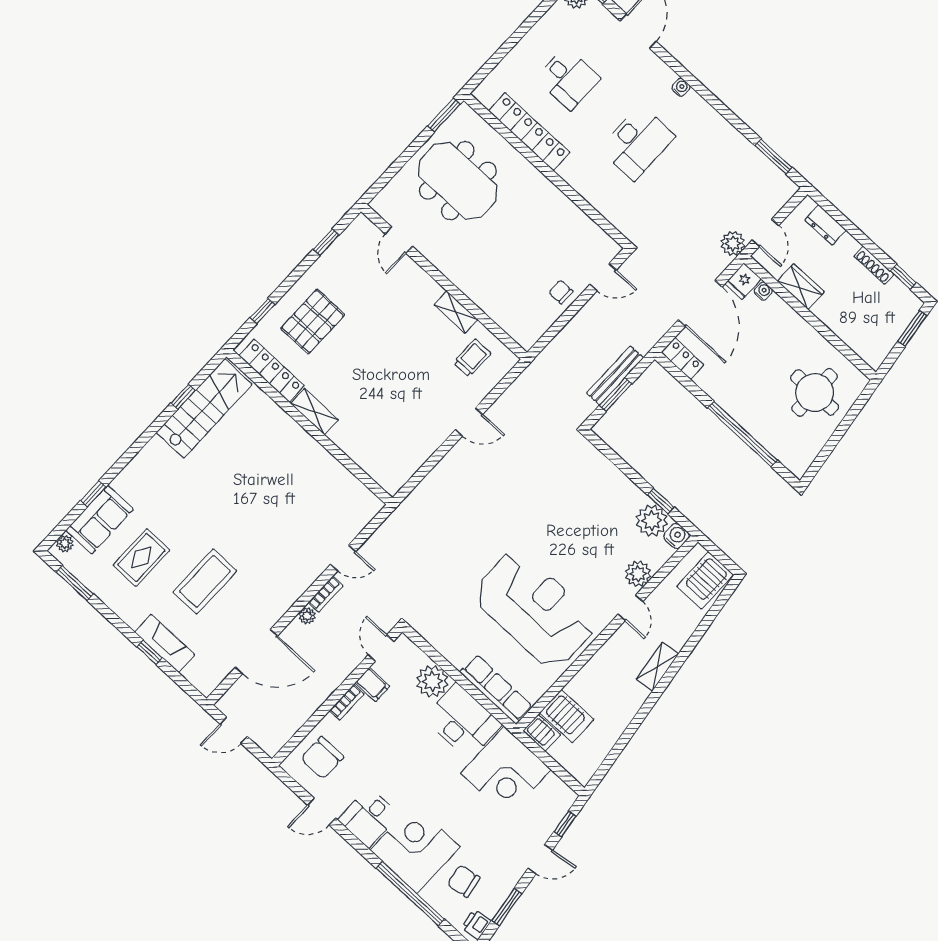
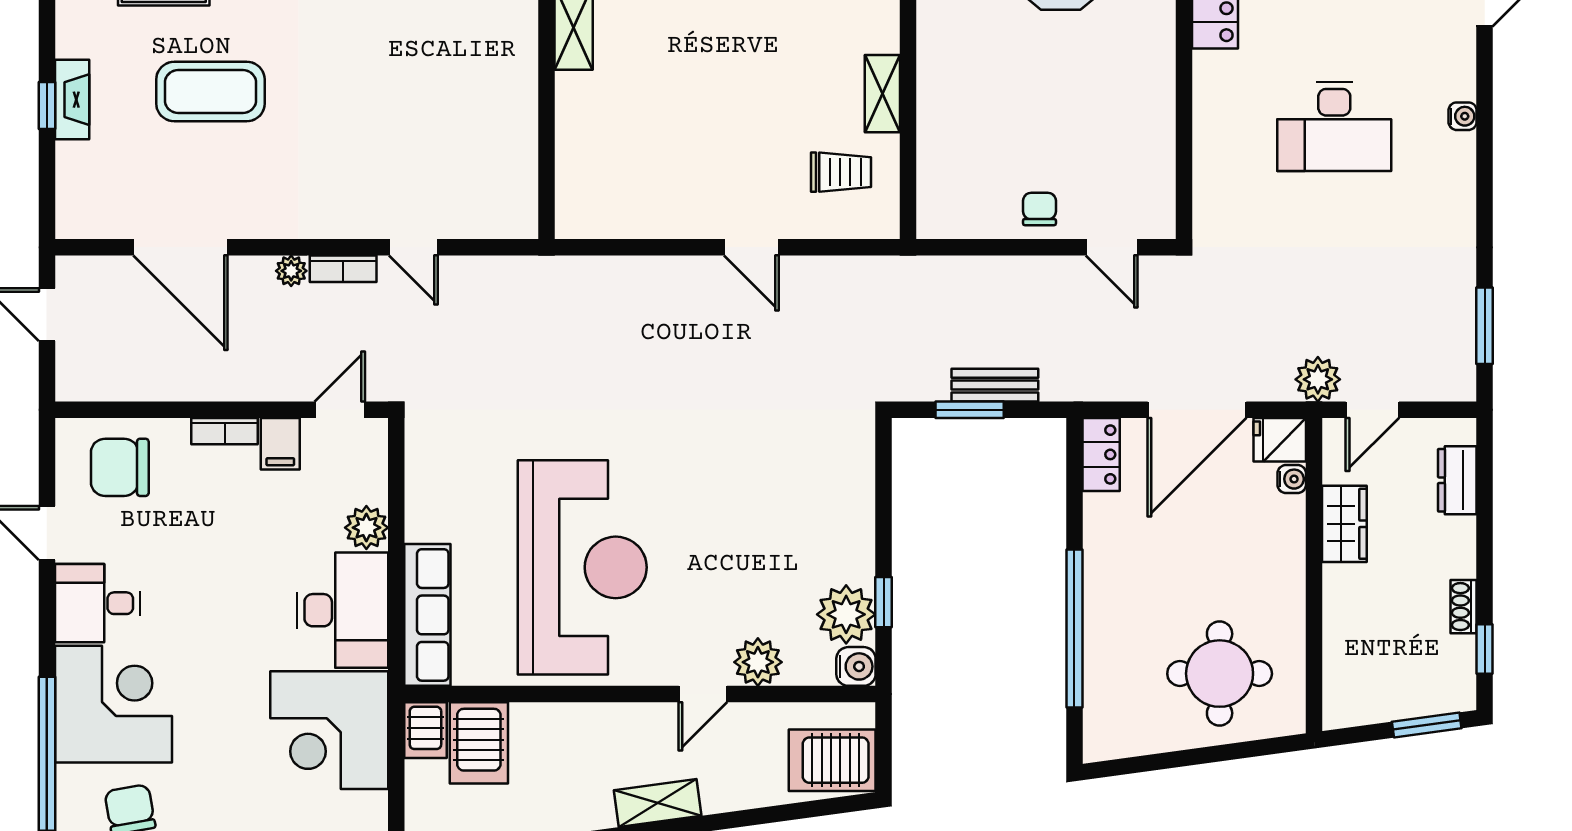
shoe rack: (874, 265) -> (1463, 607), width x0.70
bench: (615, 375) -> (995, 385), width x0.73
fireplace: (165, 643) -> (72, 100), width x0.73, depth x0.76
plant: (432, 681) -> (366, 528), width x0.73, depth x0.73

